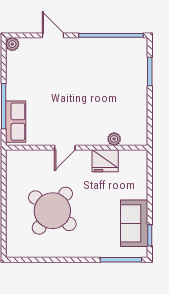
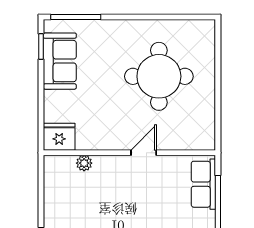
fridge: (105, 161) -> (59, 137), moved
round table: (52, 211) -> (159, 76), turned -38

